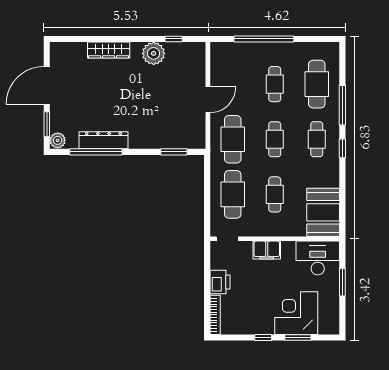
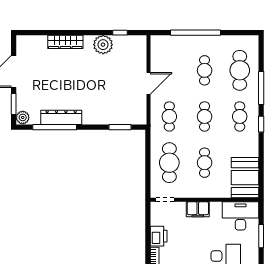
cafe table: (233, 139) -> (169, 116), width x0.73, depth x0.74

